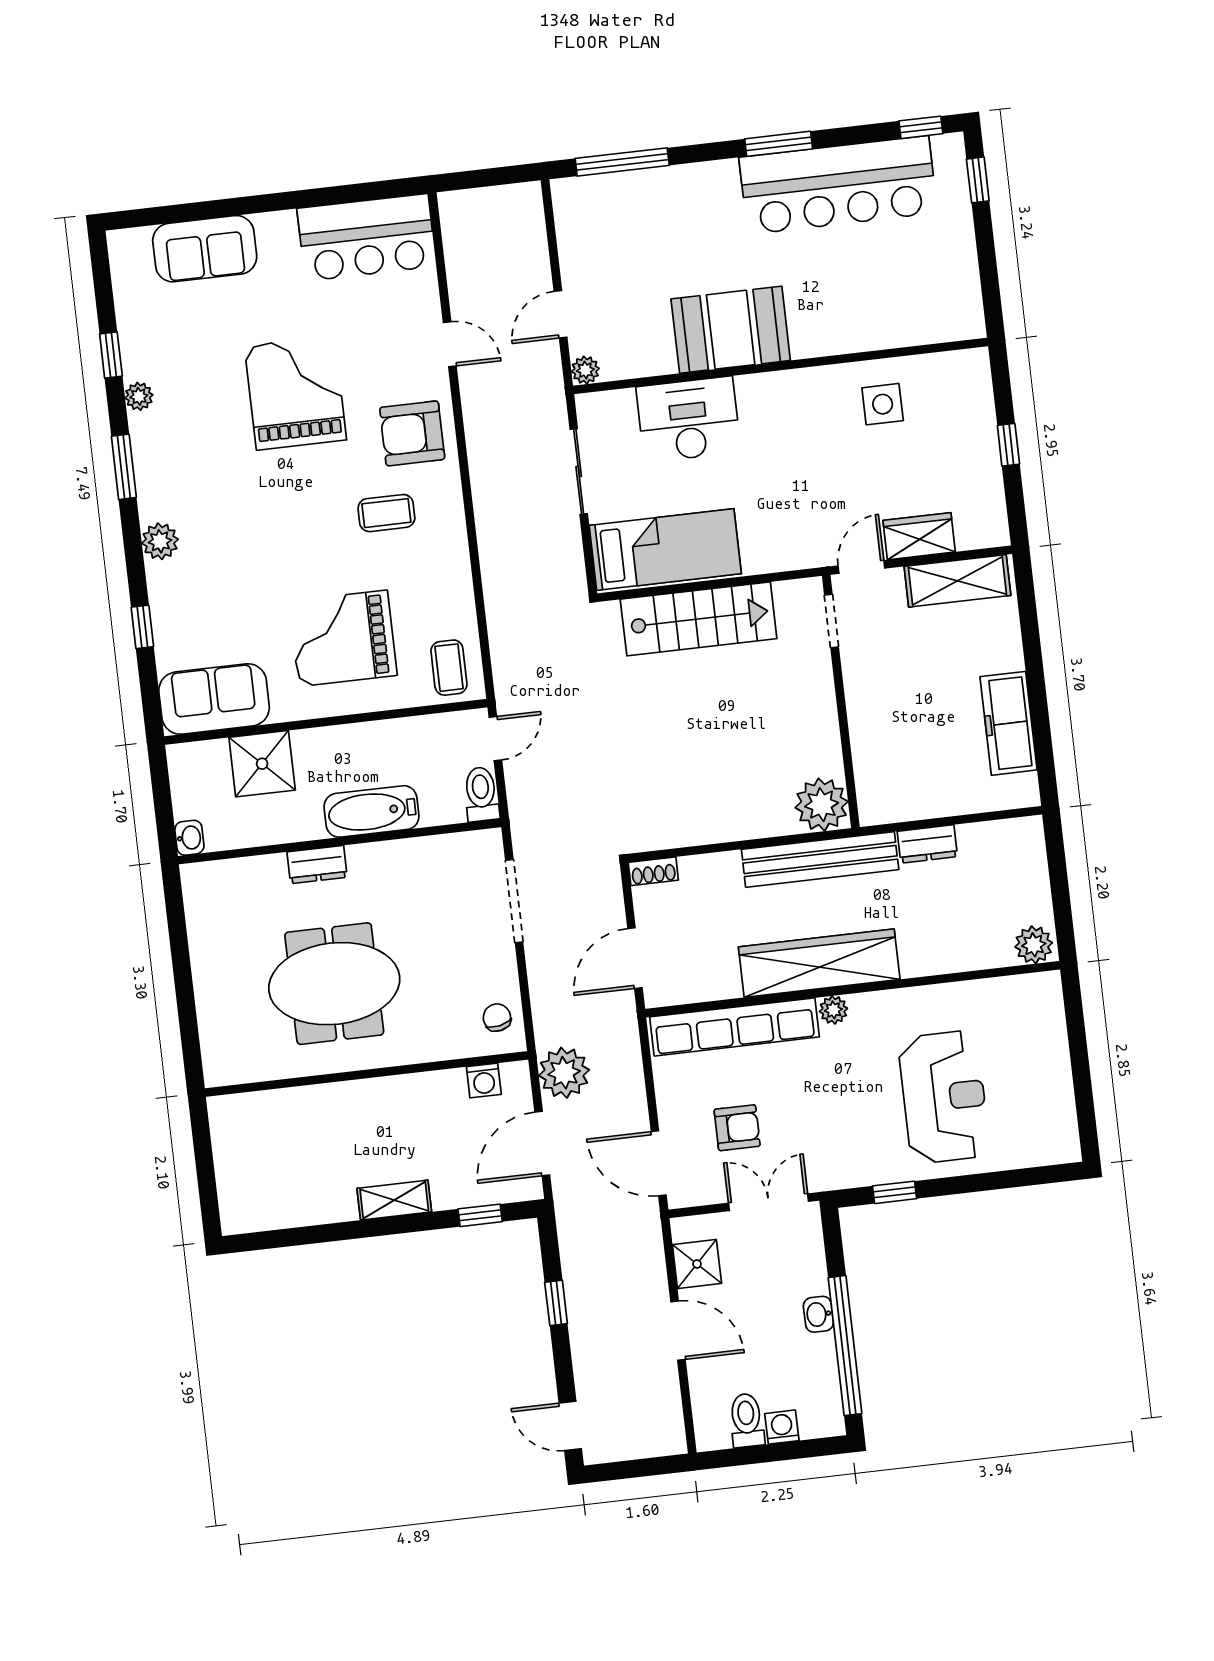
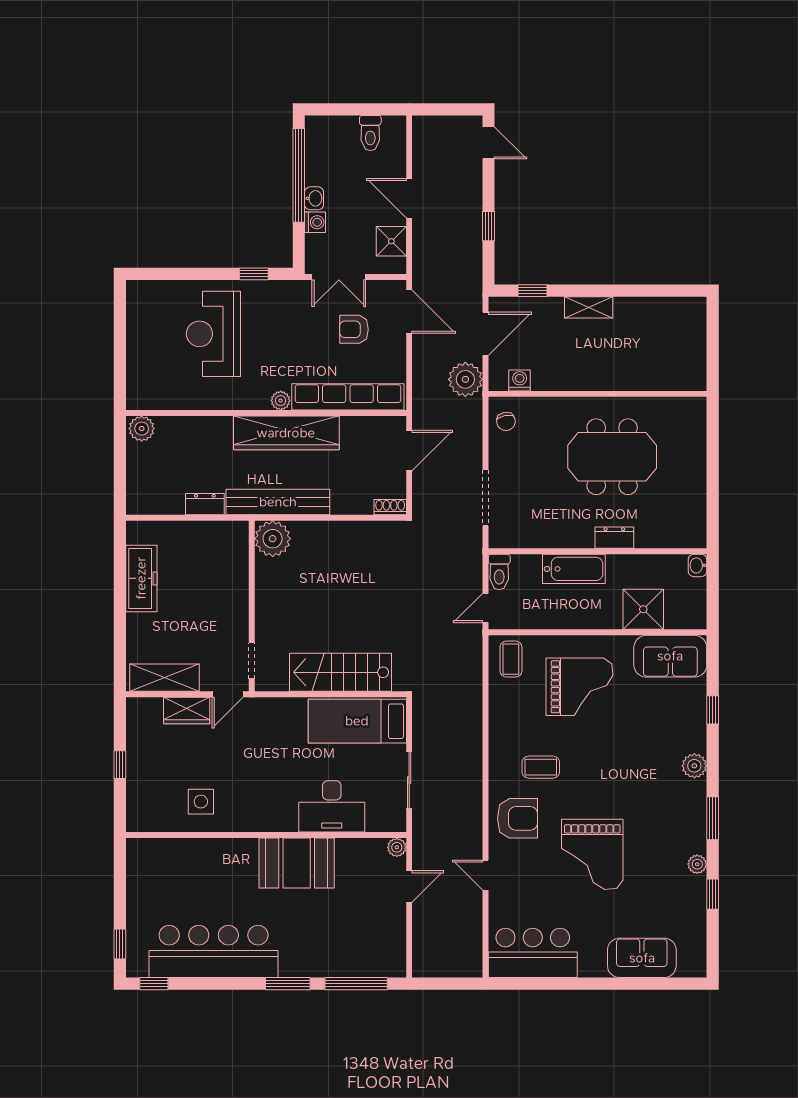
window: (779, 144) -> (288, 984), moved
washing machine: (782, 1427) -> (315, 222), moved, turned -90

